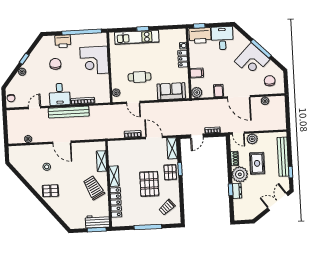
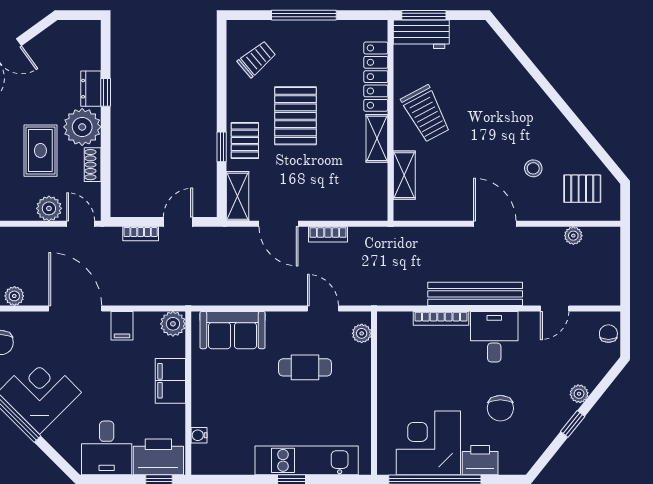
locker: (183, 59) -> (202, 405), removed
corner desk: (94, 60) -> (428, 443), moved, turned -90
filing cabinet: (197, 73) -> (170, 381), width x2.00
pallet: (50, 191) -> (582, 189), moved

